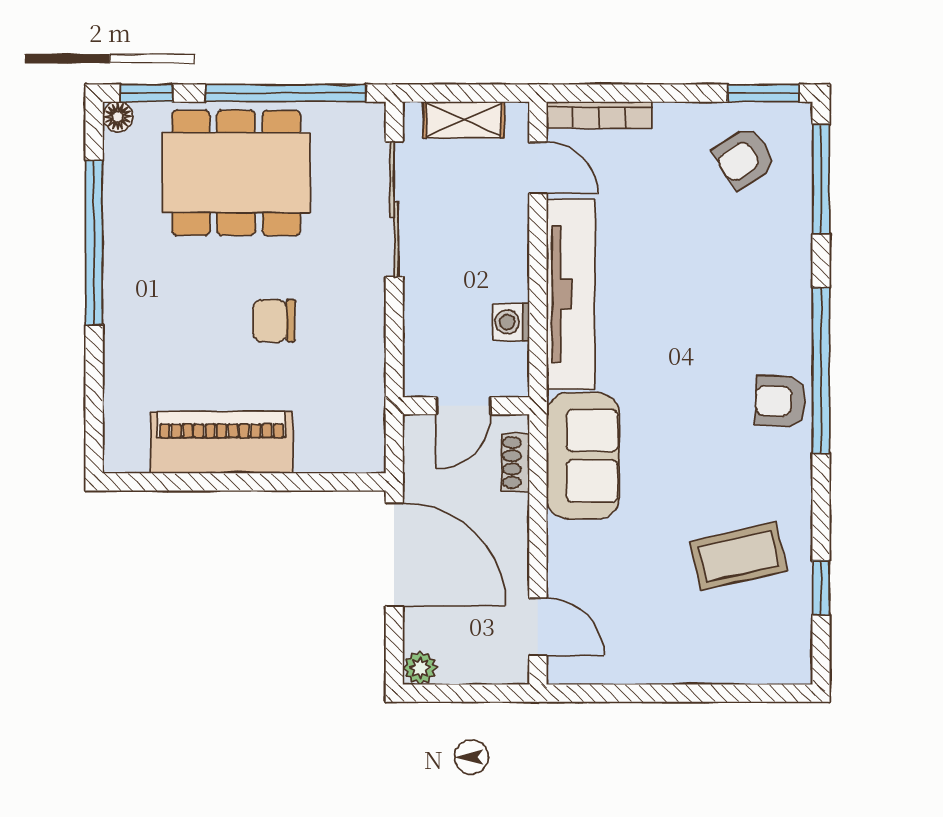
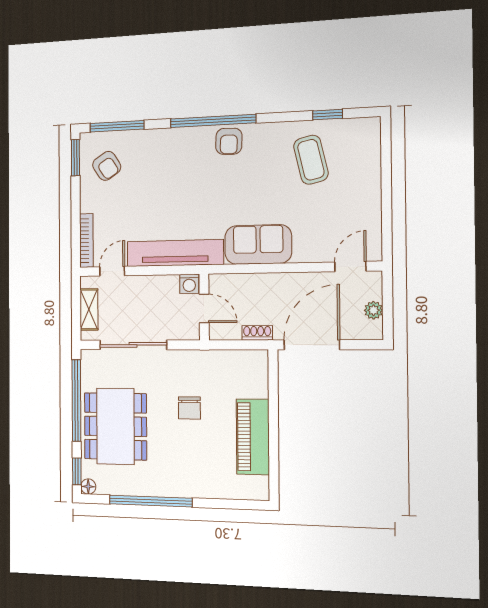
door: (464, 406) -> (204, 308), moved
wall: (466, 406) -> (204, 307), moved
shoe rack: (515, 462) -> (257, 333), moved, turned 180
plant: (420, 668) -> (374, 310), moved

